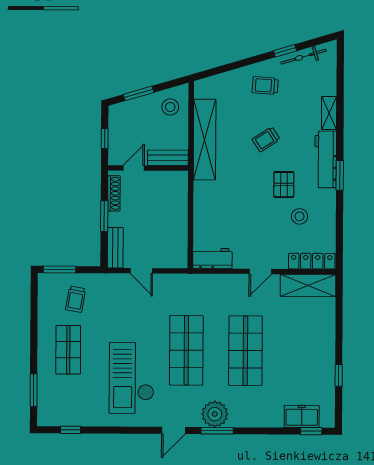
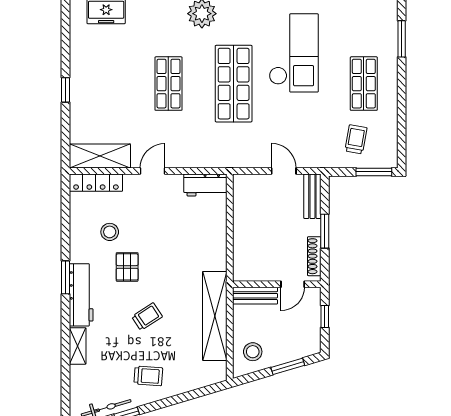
shop shelf: (245, 351) -> (168, 84), width x0.70, depth x0.74
window: (339, 375) -> (66, 90), moved

